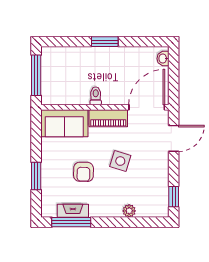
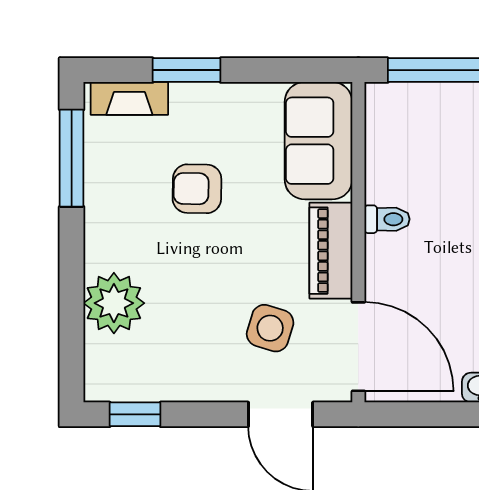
side table: (120, 161) -> (270, 328), moved
fireplace: (73, 211) -> (129, 98), moved, turned 90
plant: (129, 211) -> (114, 303), width x1.87, depth x1.87

